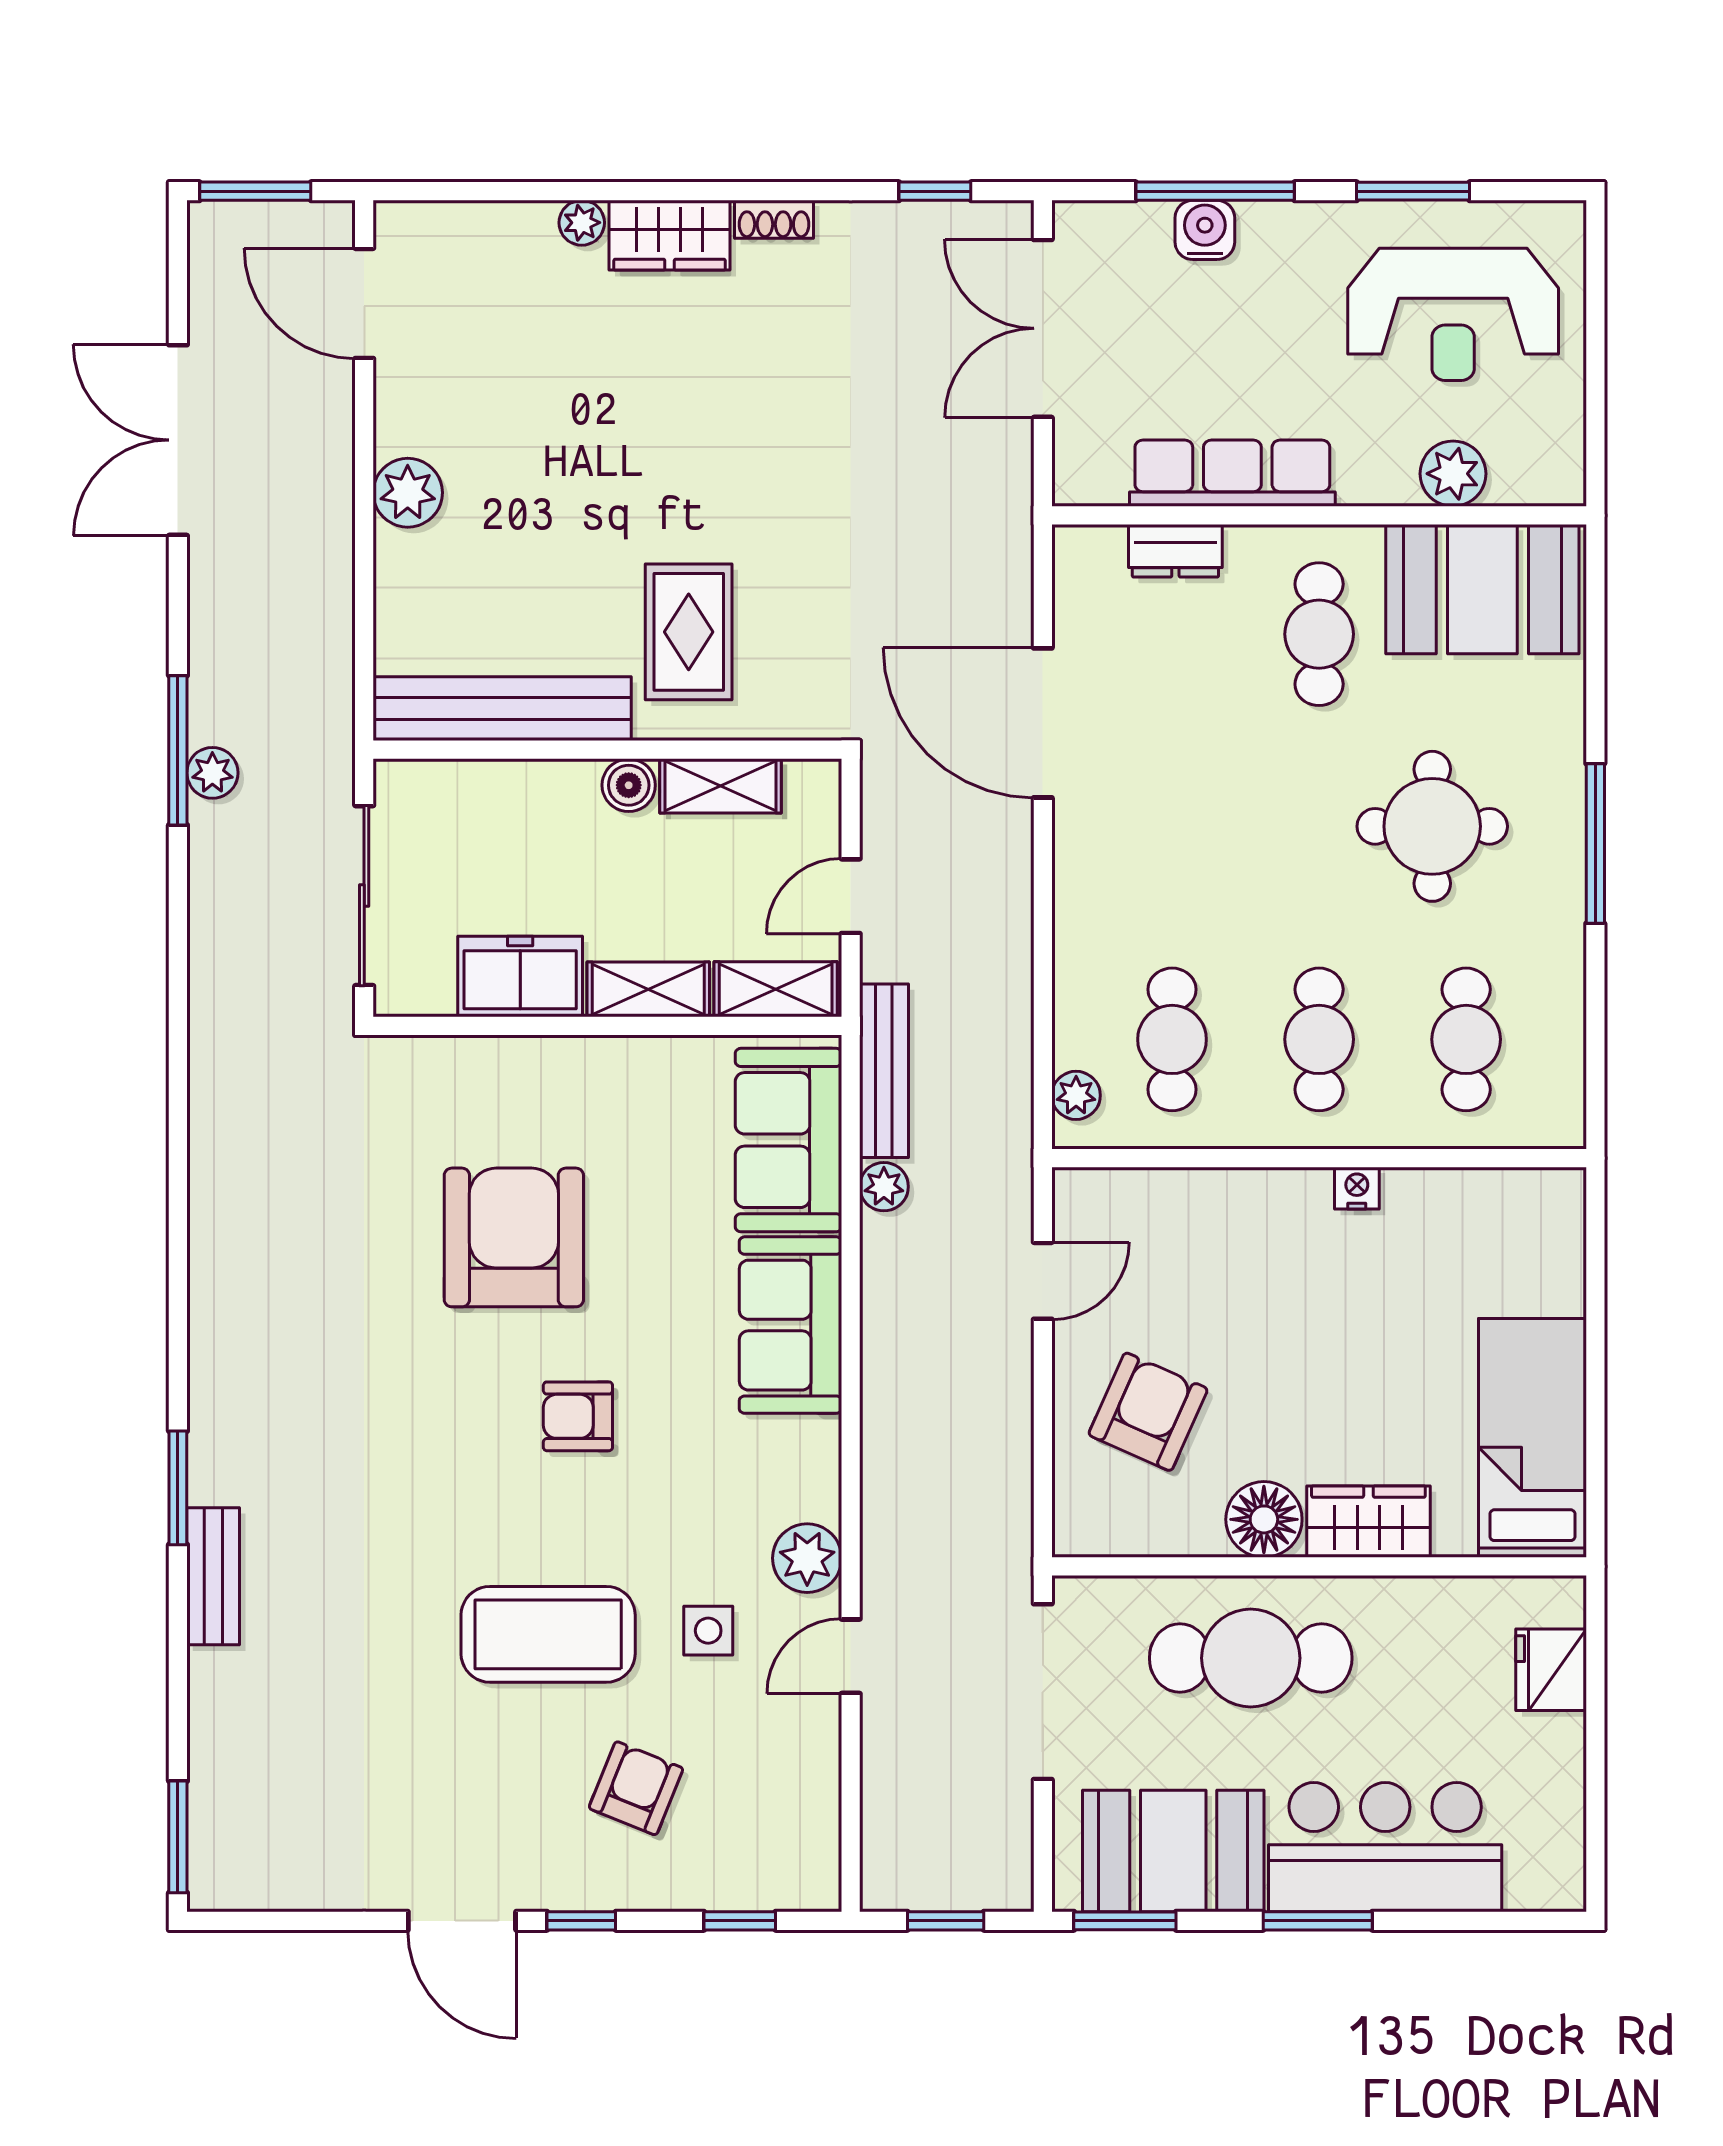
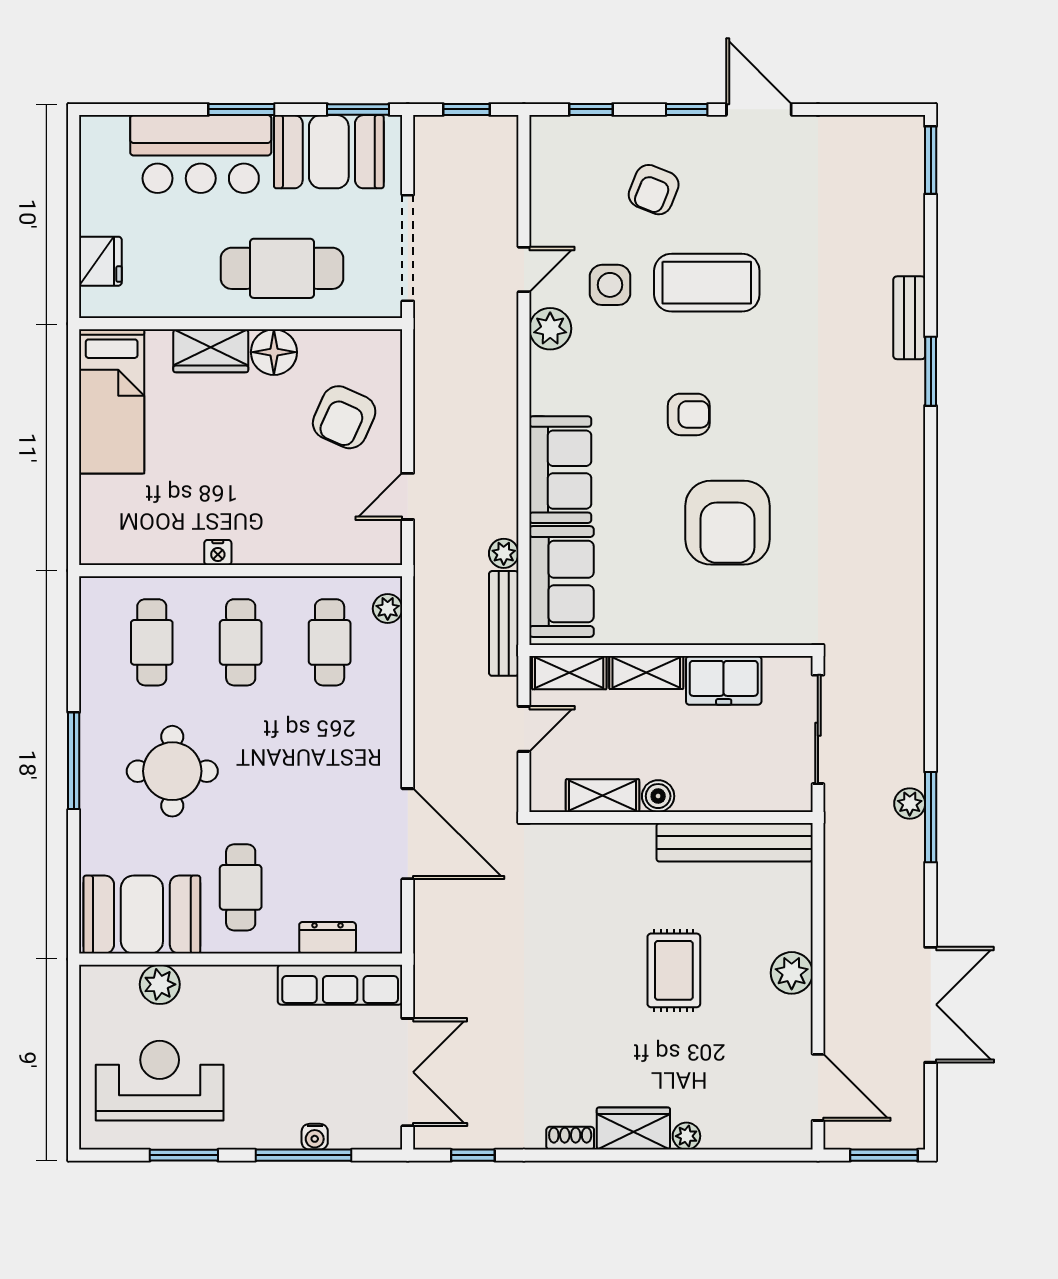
water cooler: (1205, 230) -> (315, 1137), width x0.72, depth x0.72
row of seats: (1232, 473) -> (340, 985), moved
rug: (689, 632) -> (674, 970), moved
side table: (708, 1631) -> (610, 285), width x1.37, depth x1.37

